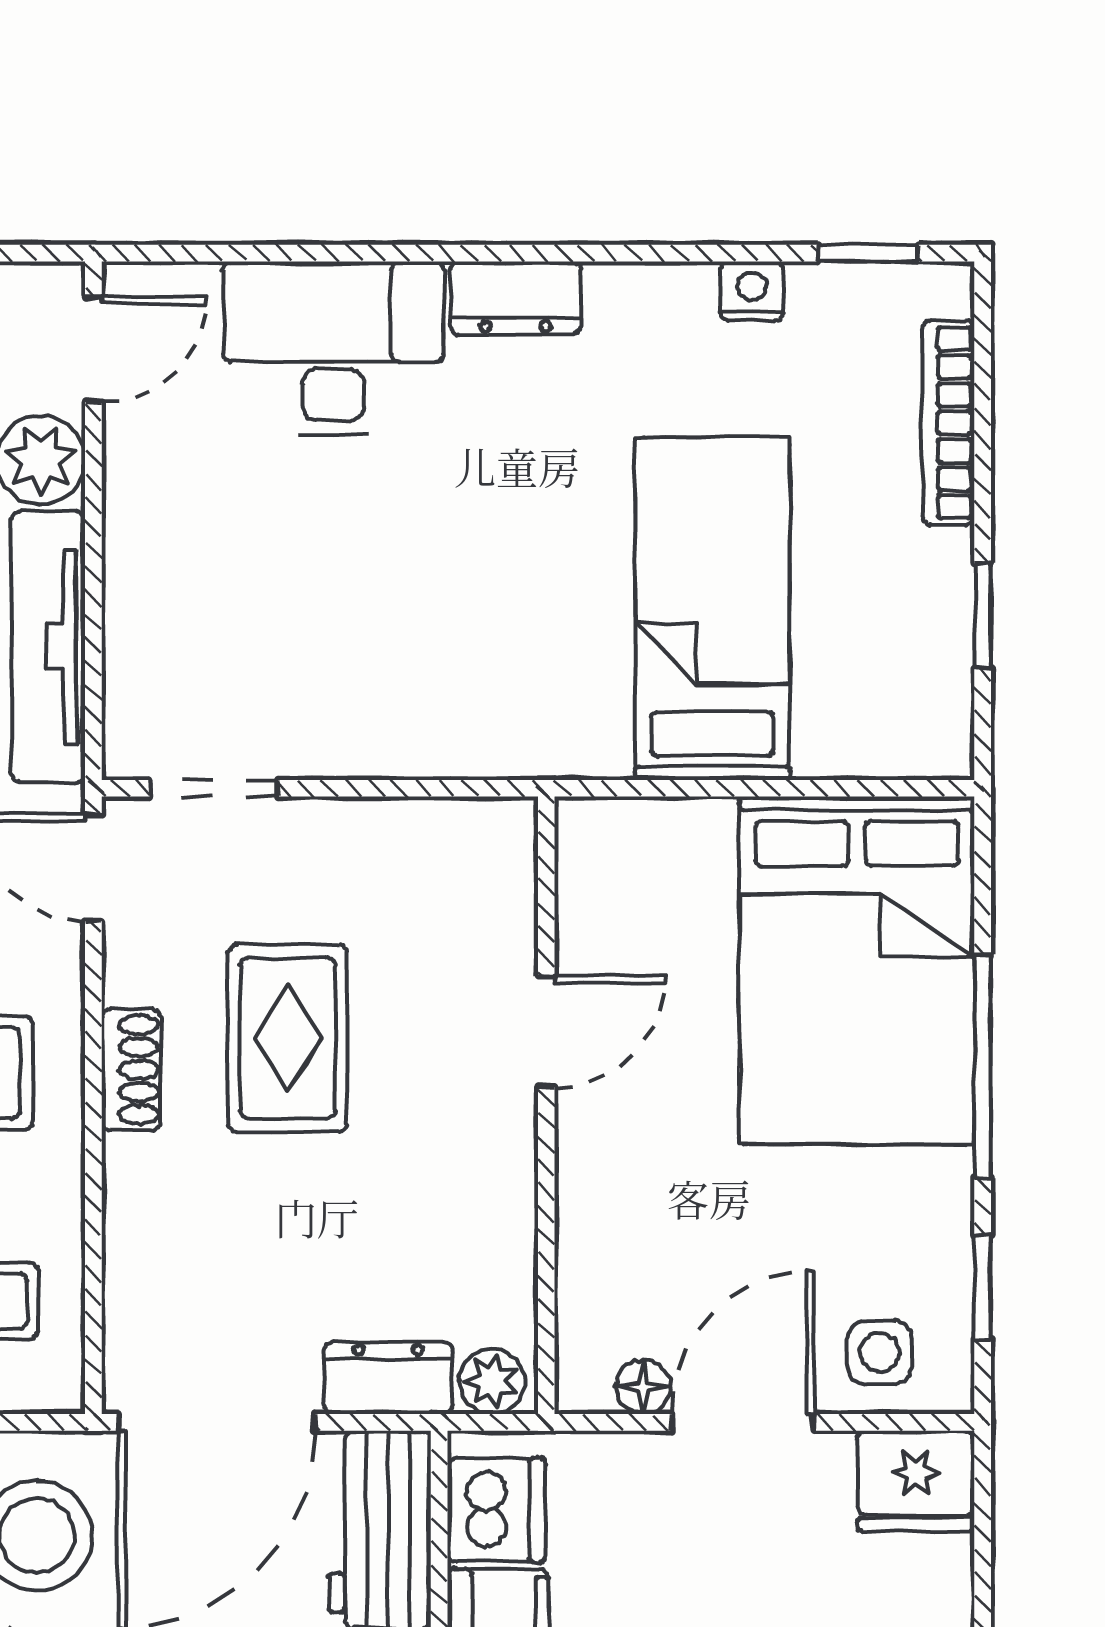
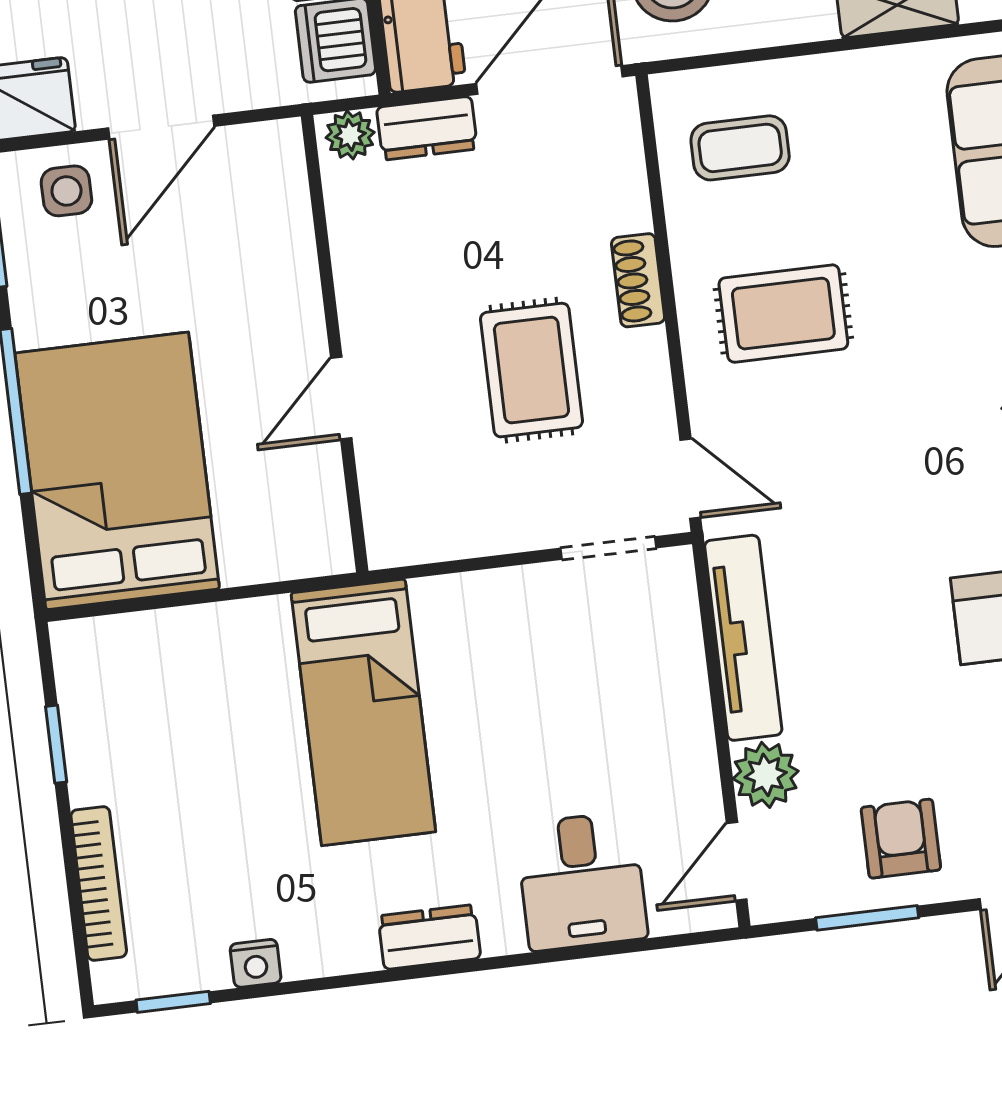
desk: (333, 348) -> (582, 881), width x0.73
bed: (712, 609) -> (363, 712), moved
shoe rack: (131, 1070) -> (638, 280), moved
floor lamp: (643, 1387) -> (238, 144), removed

